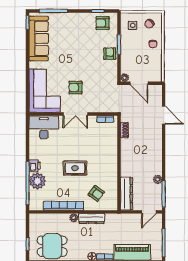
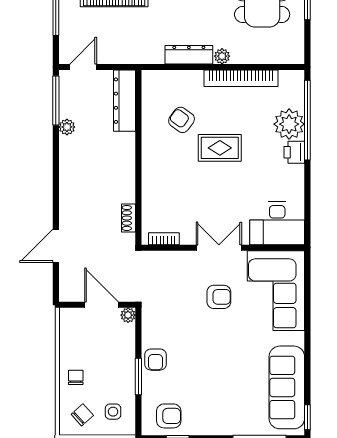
door: (164, 115) -> (56, 246), hinge flipped
armchair: (96, 193) -> (182, 120), moved

